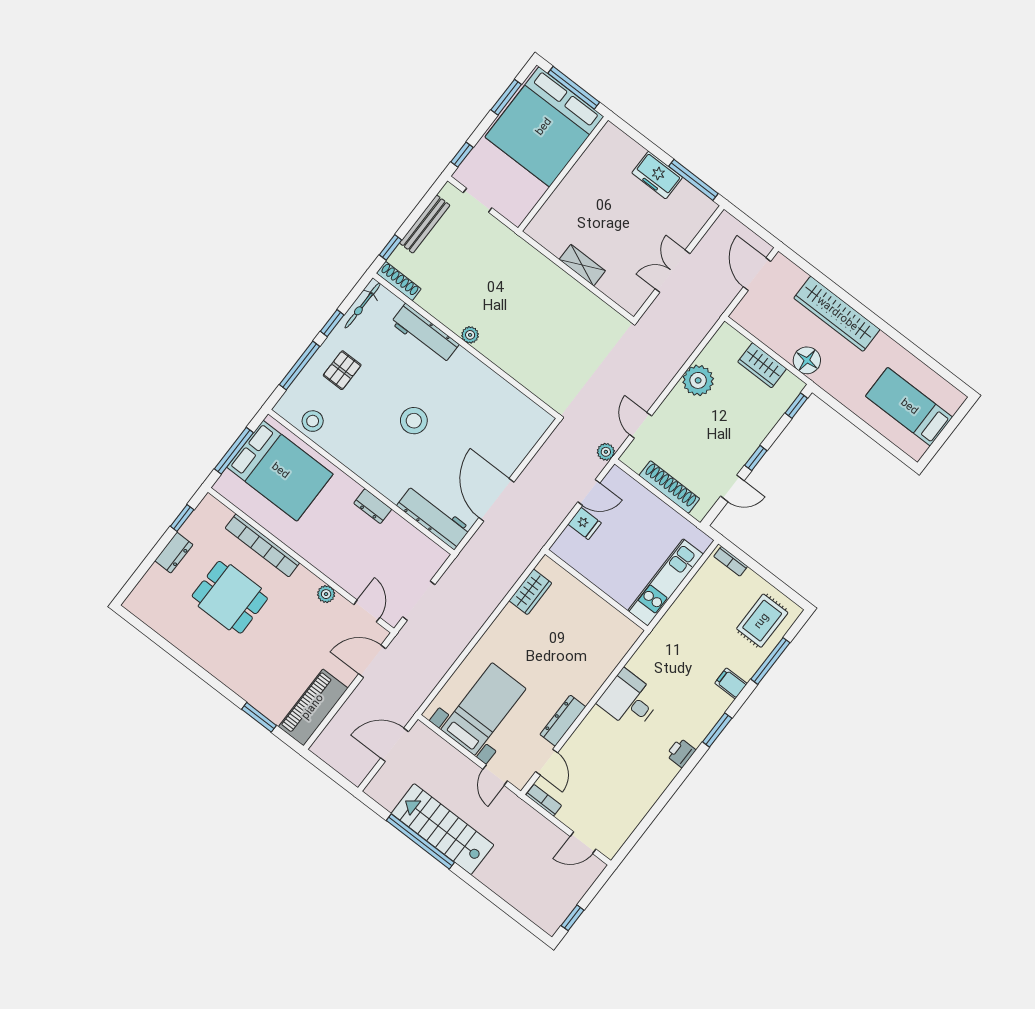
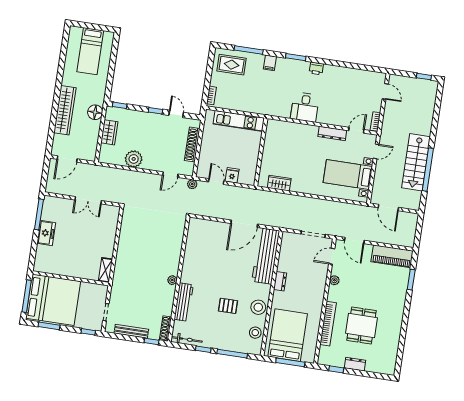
shelving: (582, 265) -> (105, 270), moved
pallet: (342, 370) -> (228, 306), moved
stool: (414, 421) -> (258, 307), moved
workbench: (434, 517) -> (266, 256), width x1.36, depth x1.32

